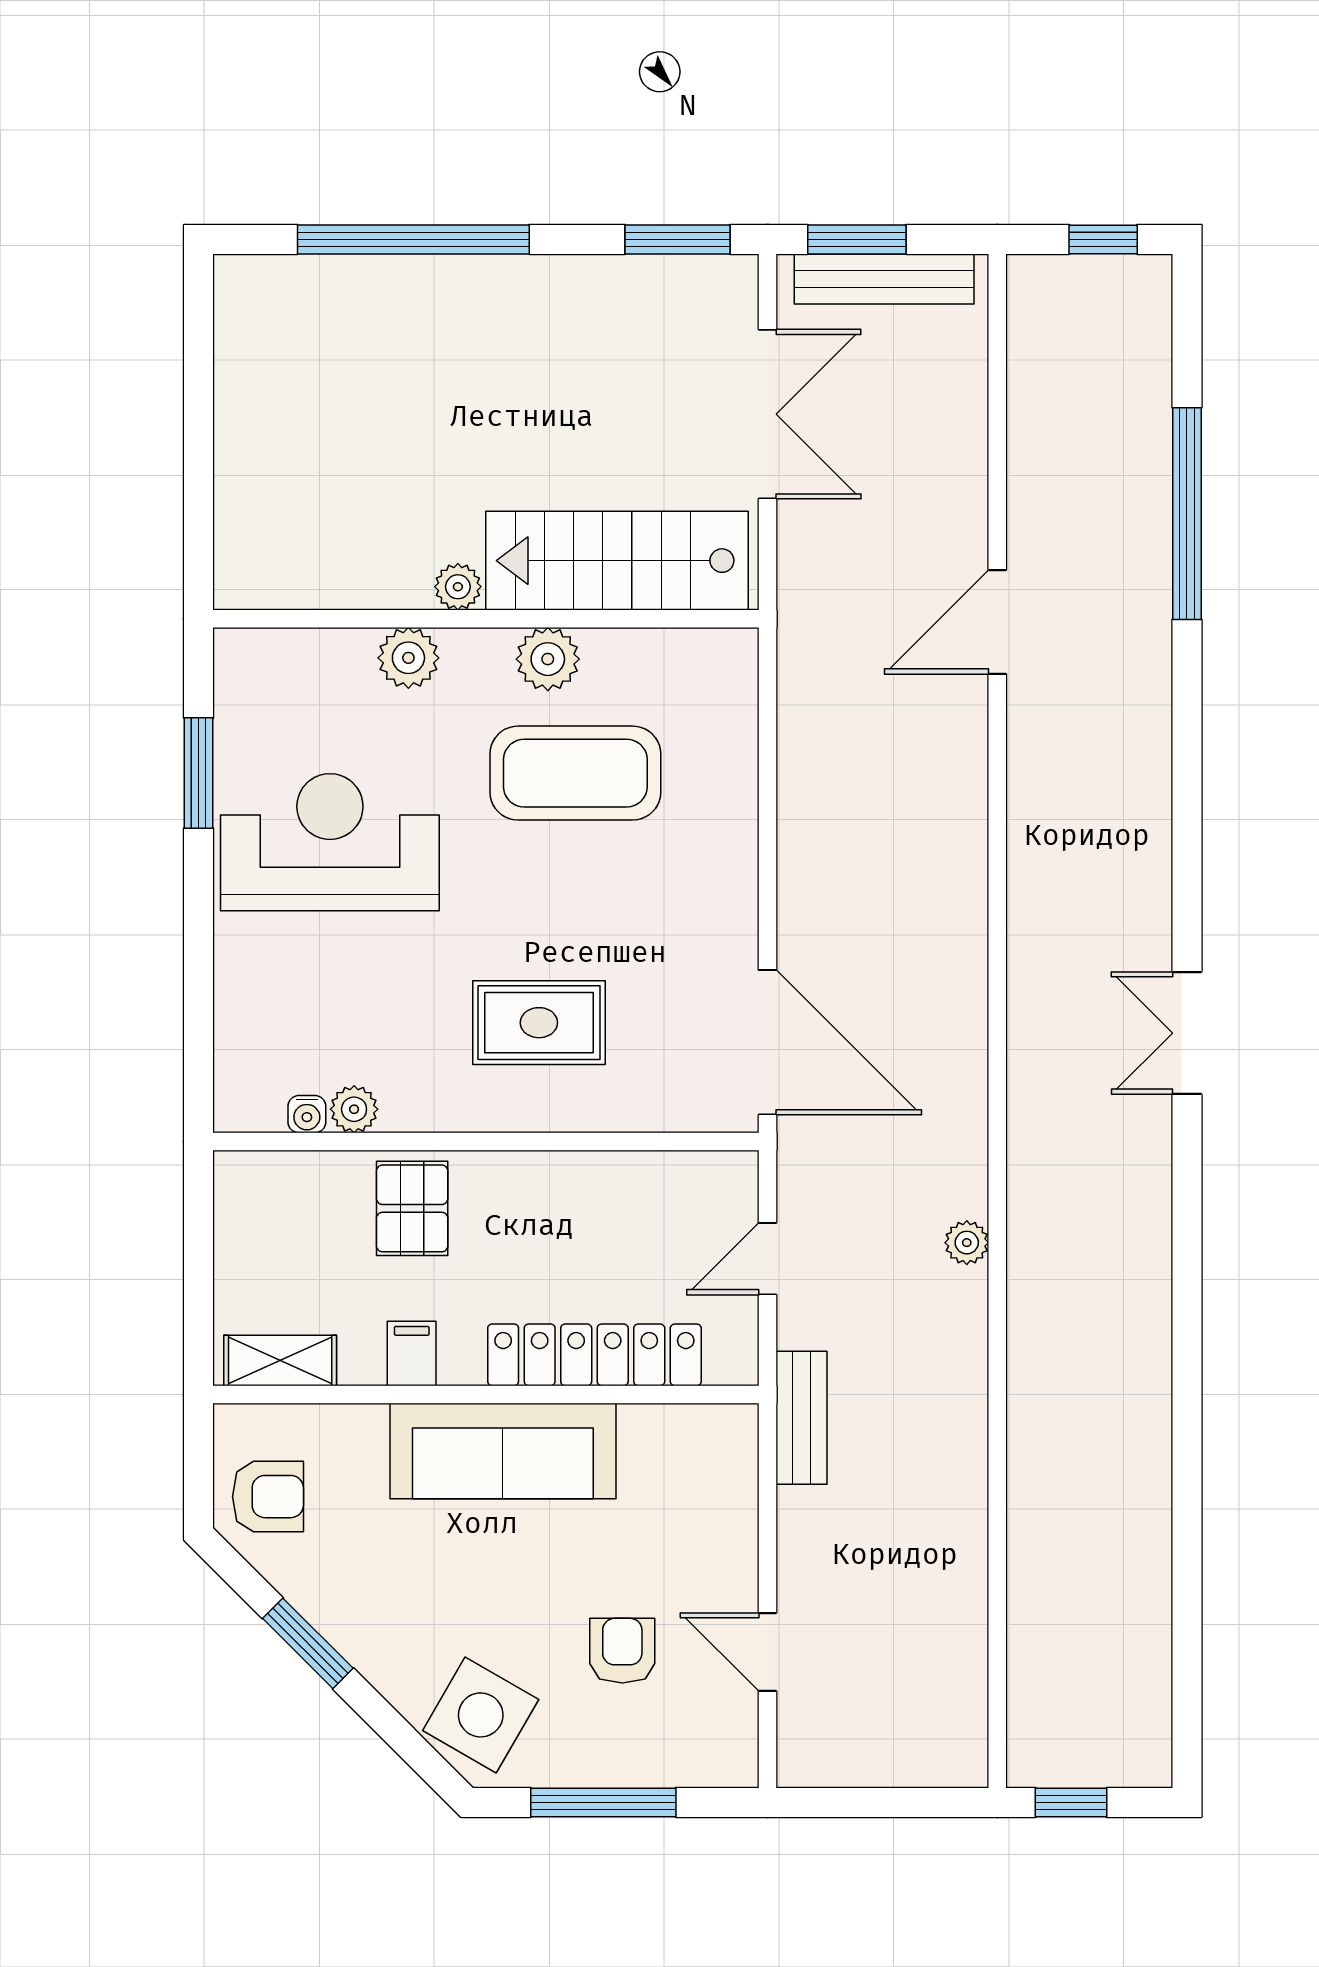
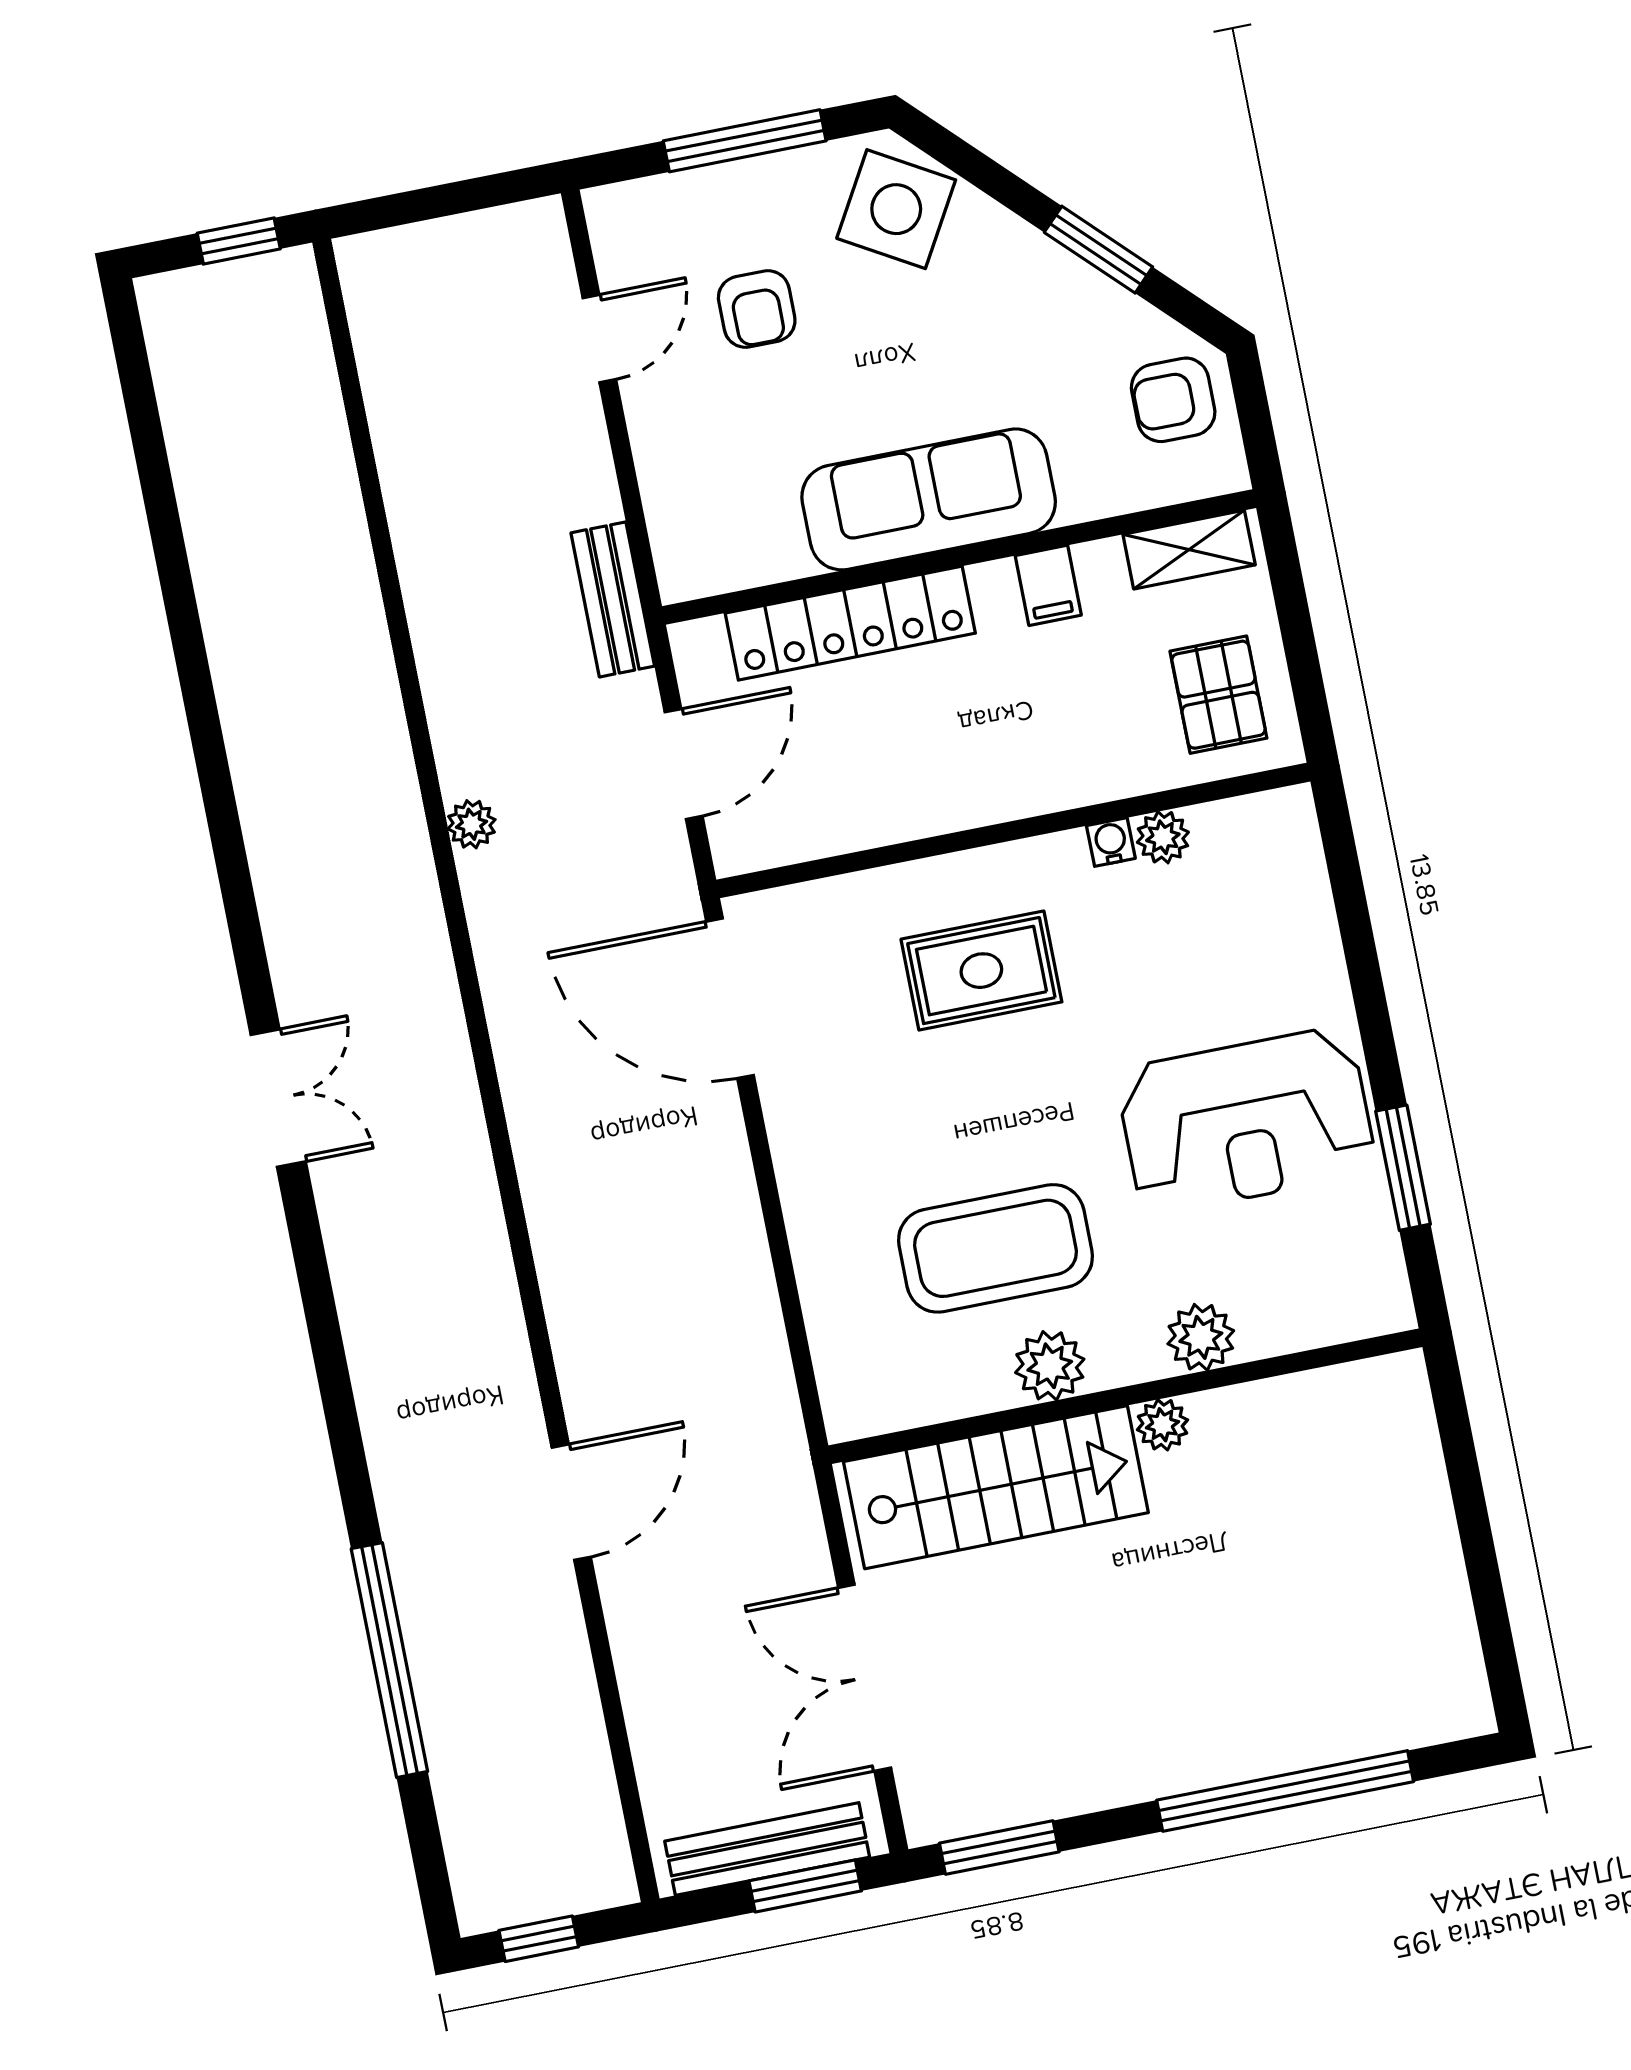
water cooler: (307, 1114) -> (1111, 842), moved
pallet: (412, 1208) -> (1218, 695), moved
door: (767, 1259) -> (684, 764), width x1.38
door: (767, 1652) -> (599, 339), hinge flipped

